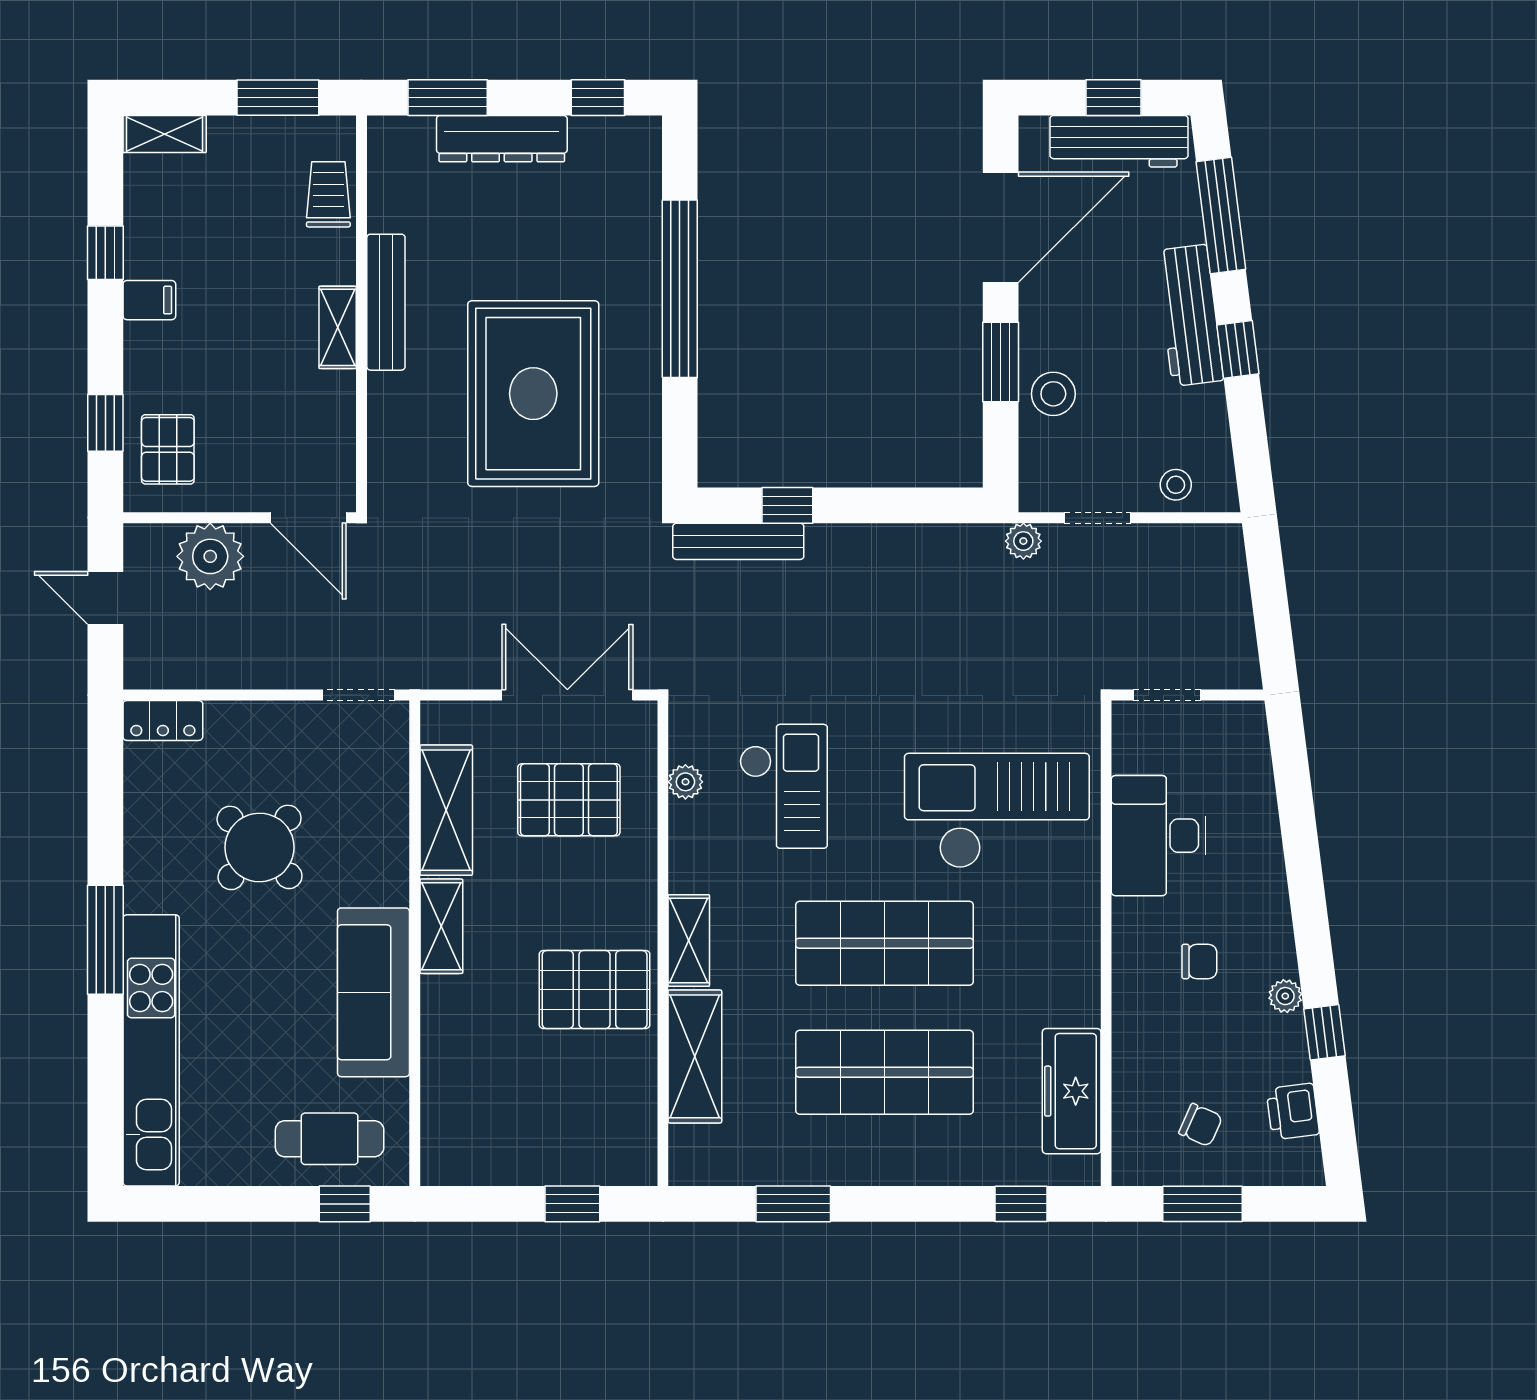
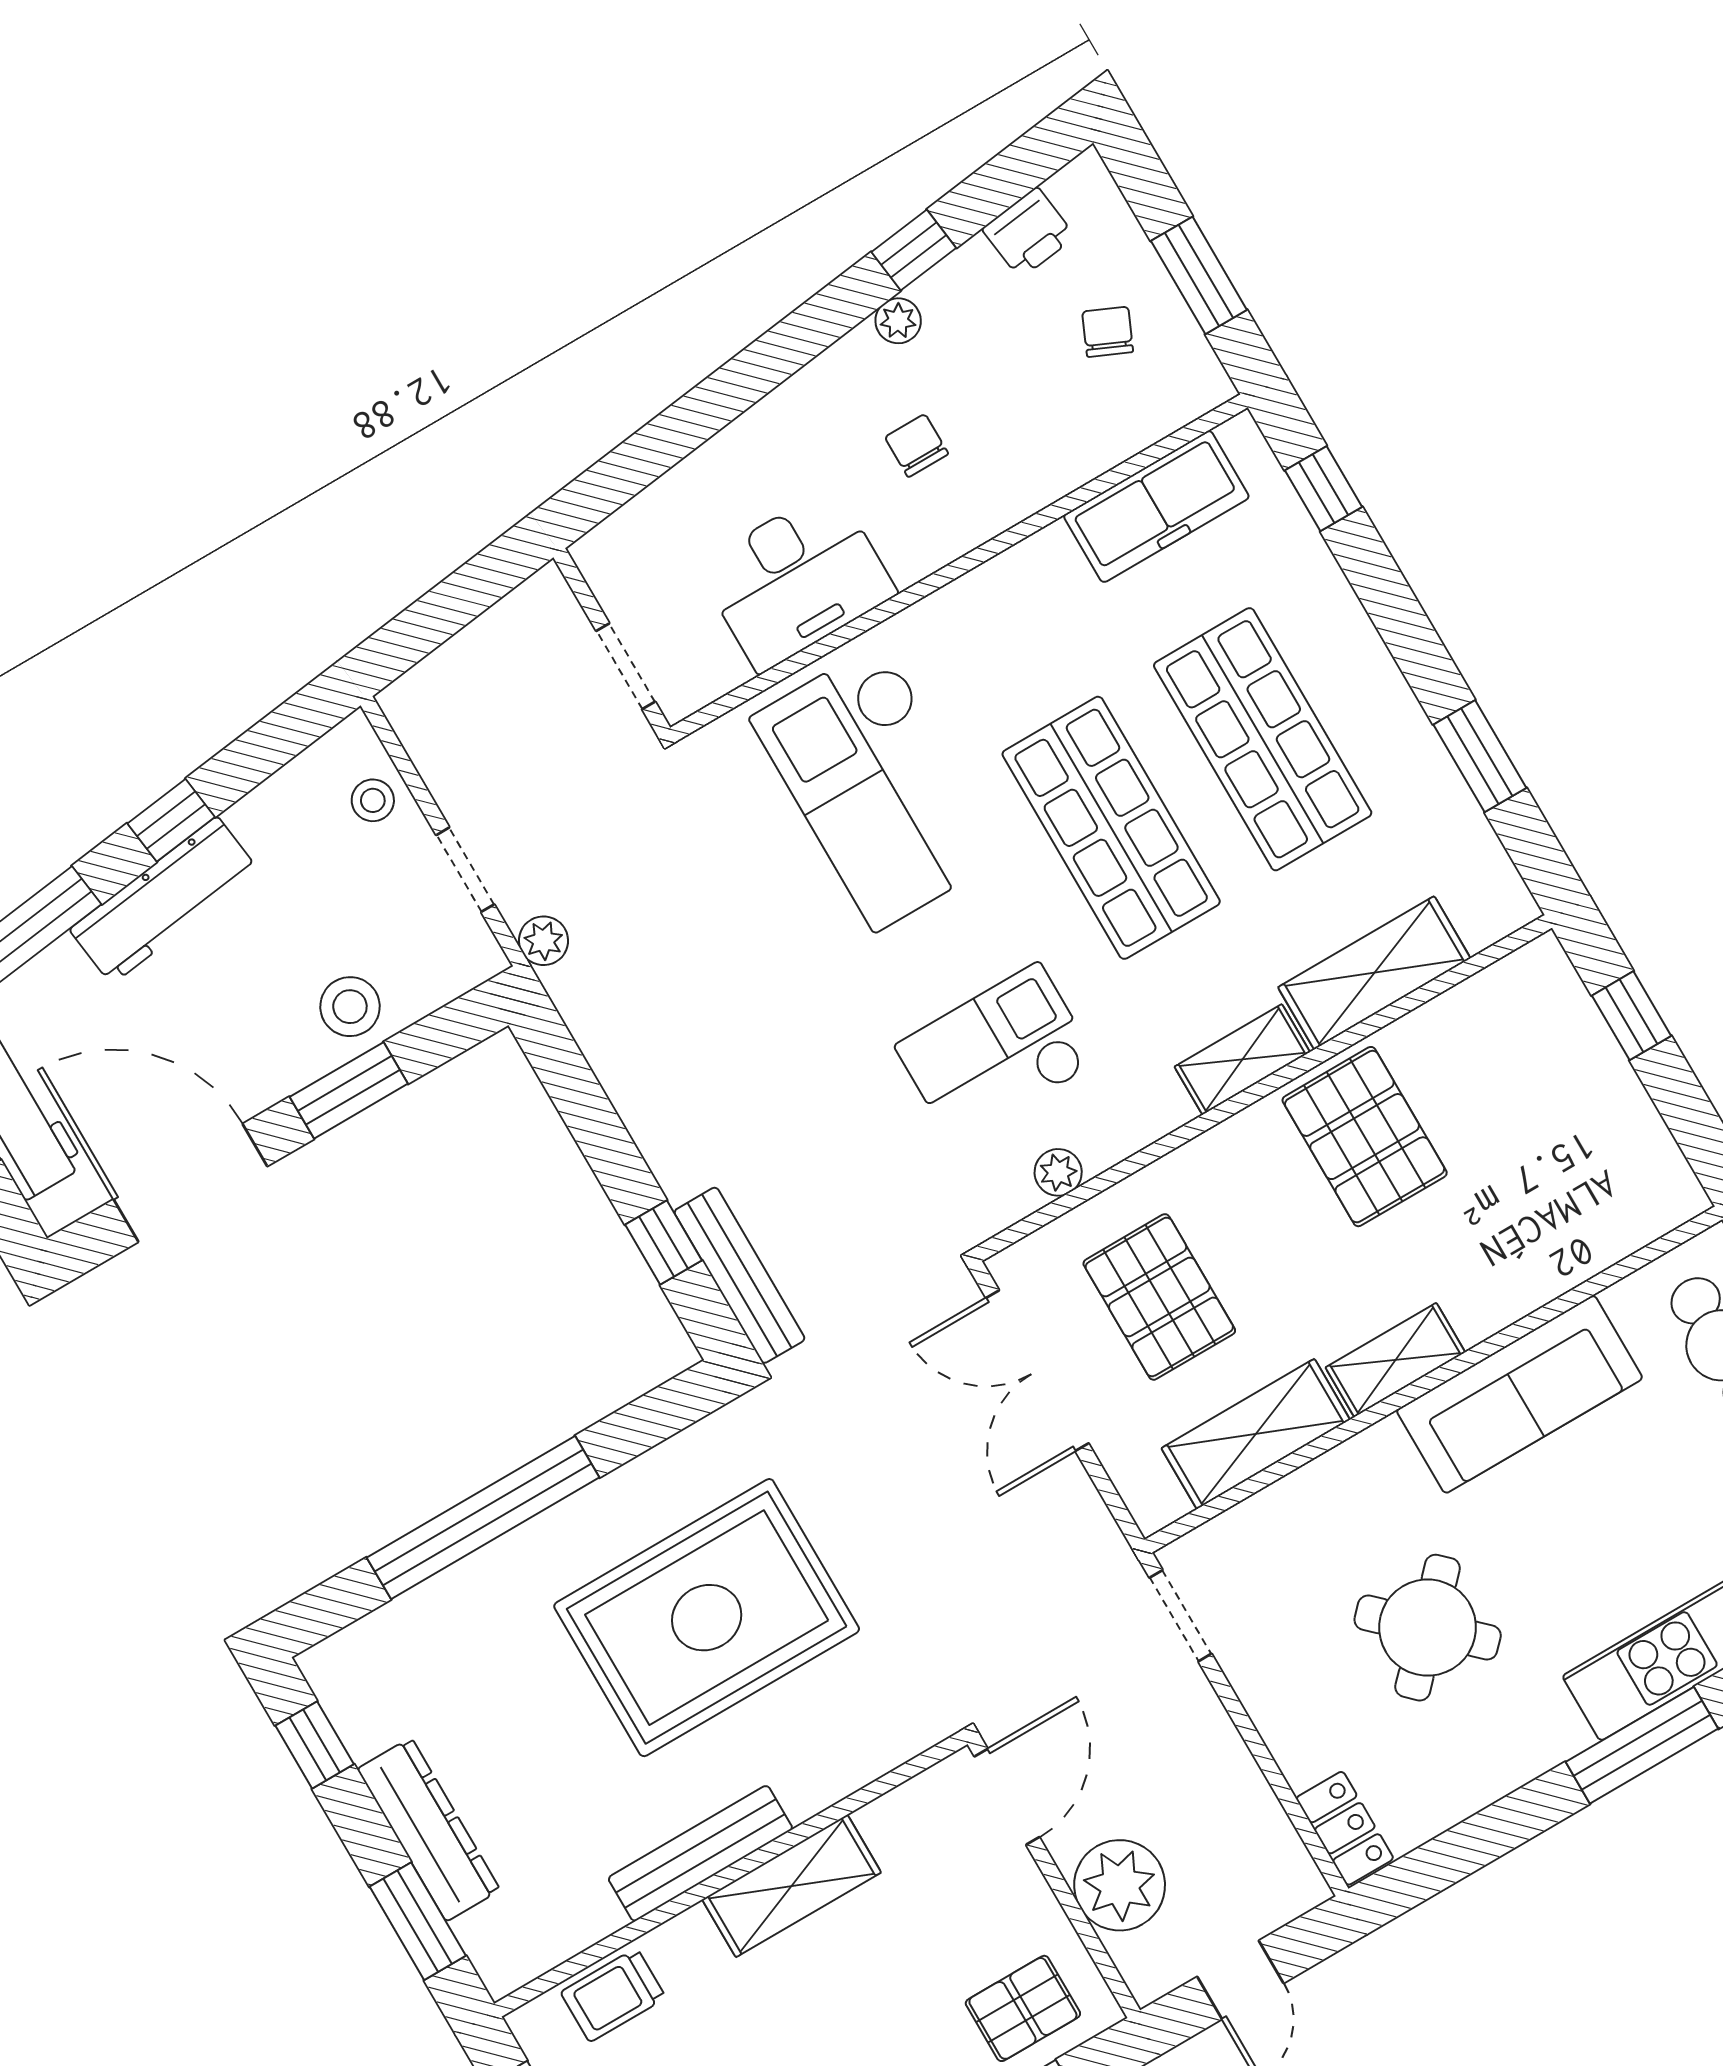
shelving: (338, 327) -> (792, 1886), width x1.50, depth x1.33

